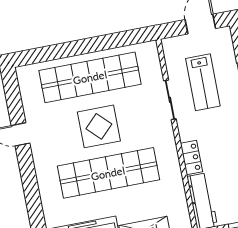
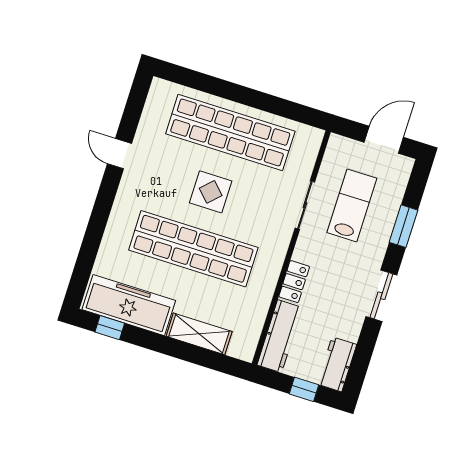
lab bench: (203, 82) -> (352, 205), turned 180
display table: (99, 126) -> (211, 192), width x0.73, depth x0.73

